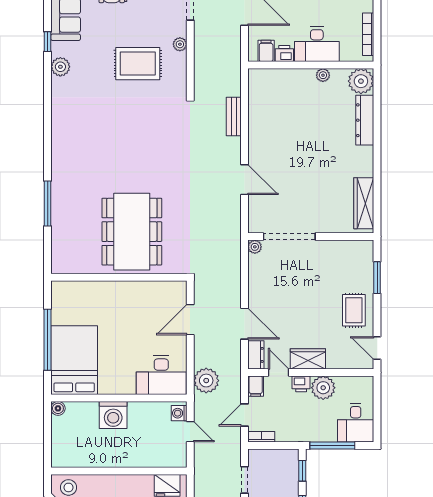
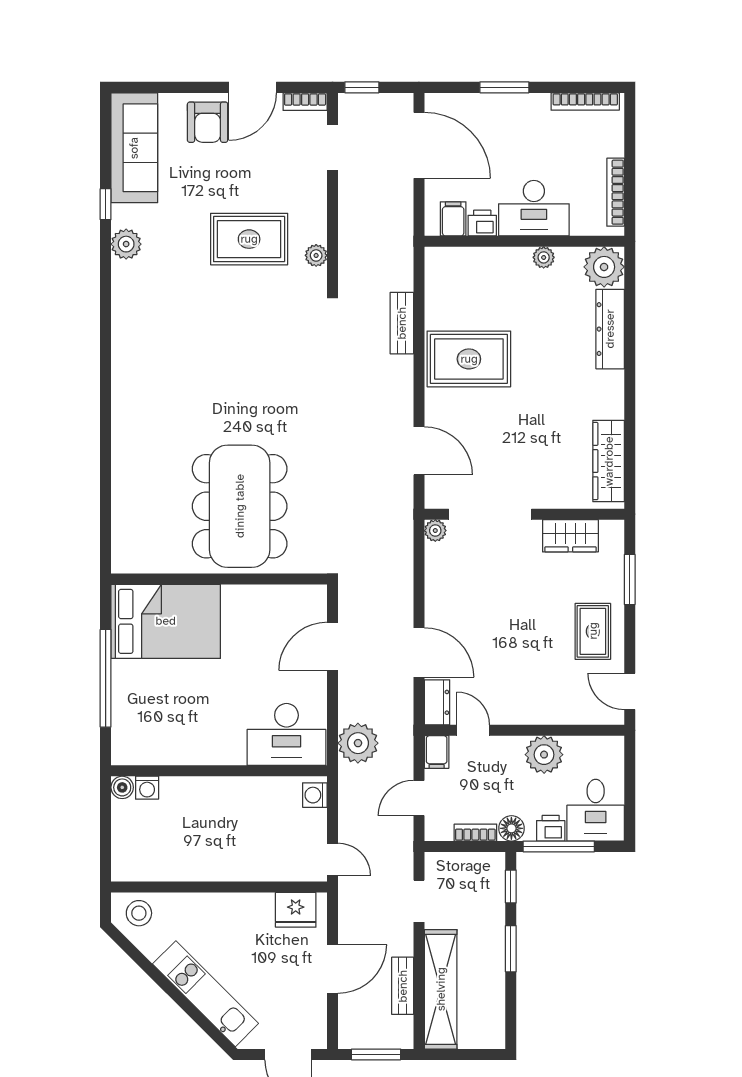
plant: (180, 44) -> (316, 255), moved
rug: (276, 139) -> (469, 359), added
door: (245, 180) -> (419, 451), moved
window: (48, 203) -> (106, 462), removed
wardrobe: (308, 359) -> (570, 536), moved, turned 180
bed: (74, 360) -> (166, 621), moved, turned 90
printer: (301, 384) -> (551, 828), moved, turned 180
washing machine: (113, 415) -> (147, 788), moved, width x0.53, depth x0.53
door: (190, 432) -> (333, 859), moved
floor lamp: (303, 434) -> (511, 828), added
bookcase: (261, 437) -> (475, 833), moved

